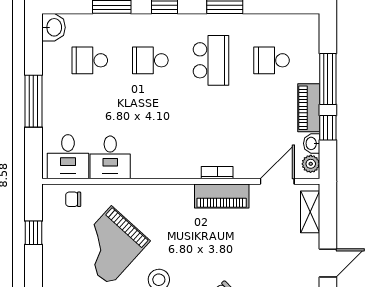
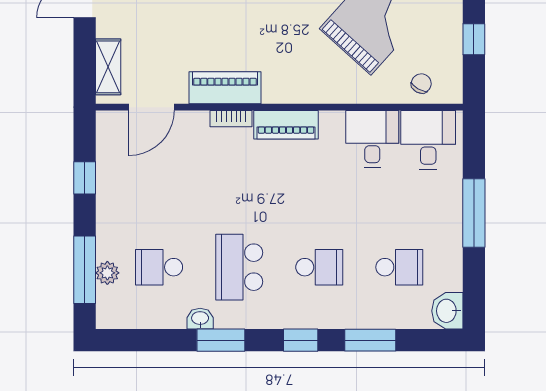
school desk: (272, 60) -> (159, 267), turned 180
window: (328, 79) -> (85, 270), moved
piano: (309, 108) -> (286, 125), moved, turned 90
washbasin: (312, 143) -> (200, 319), moved, turned -90
plant: (311, 164) -> (107, 273), moved
chair: (73, 199) -> (421, 83), turned -61

